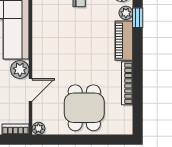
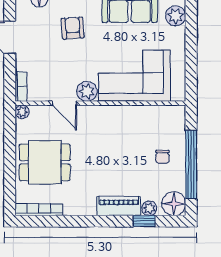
bookcase: (127, 83) -> (39, 210), moved

